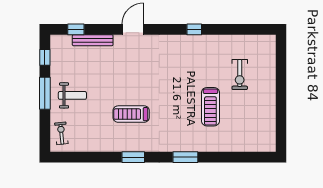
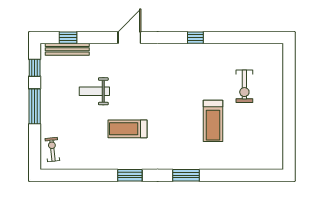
bench: (93, 40) -> (67, 49), moved
weight bench: (72, 95) -> (94, 91), moved, turned 180

